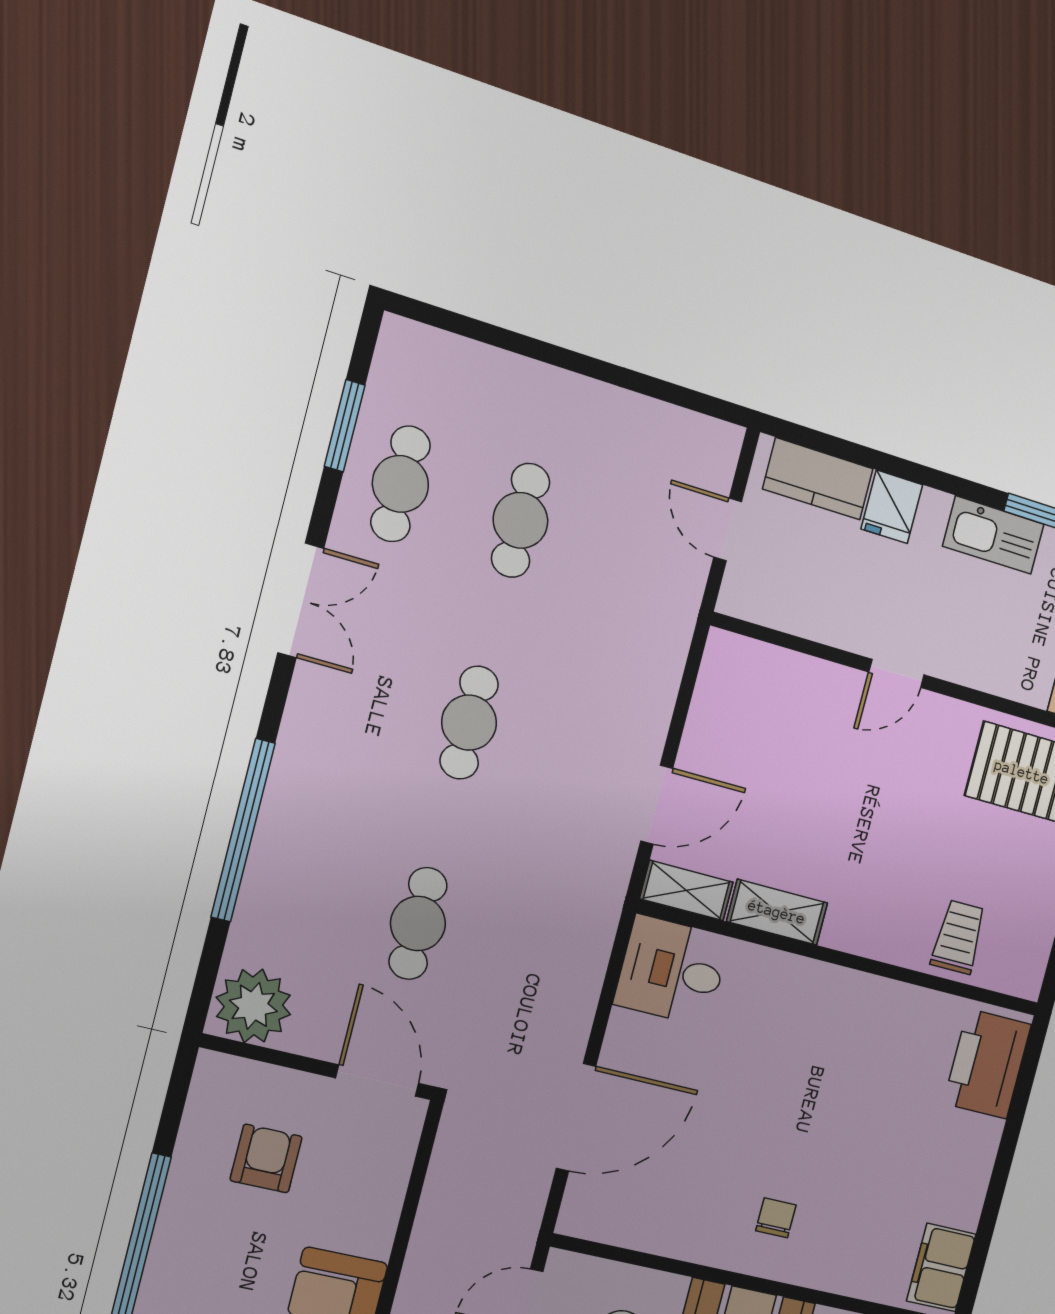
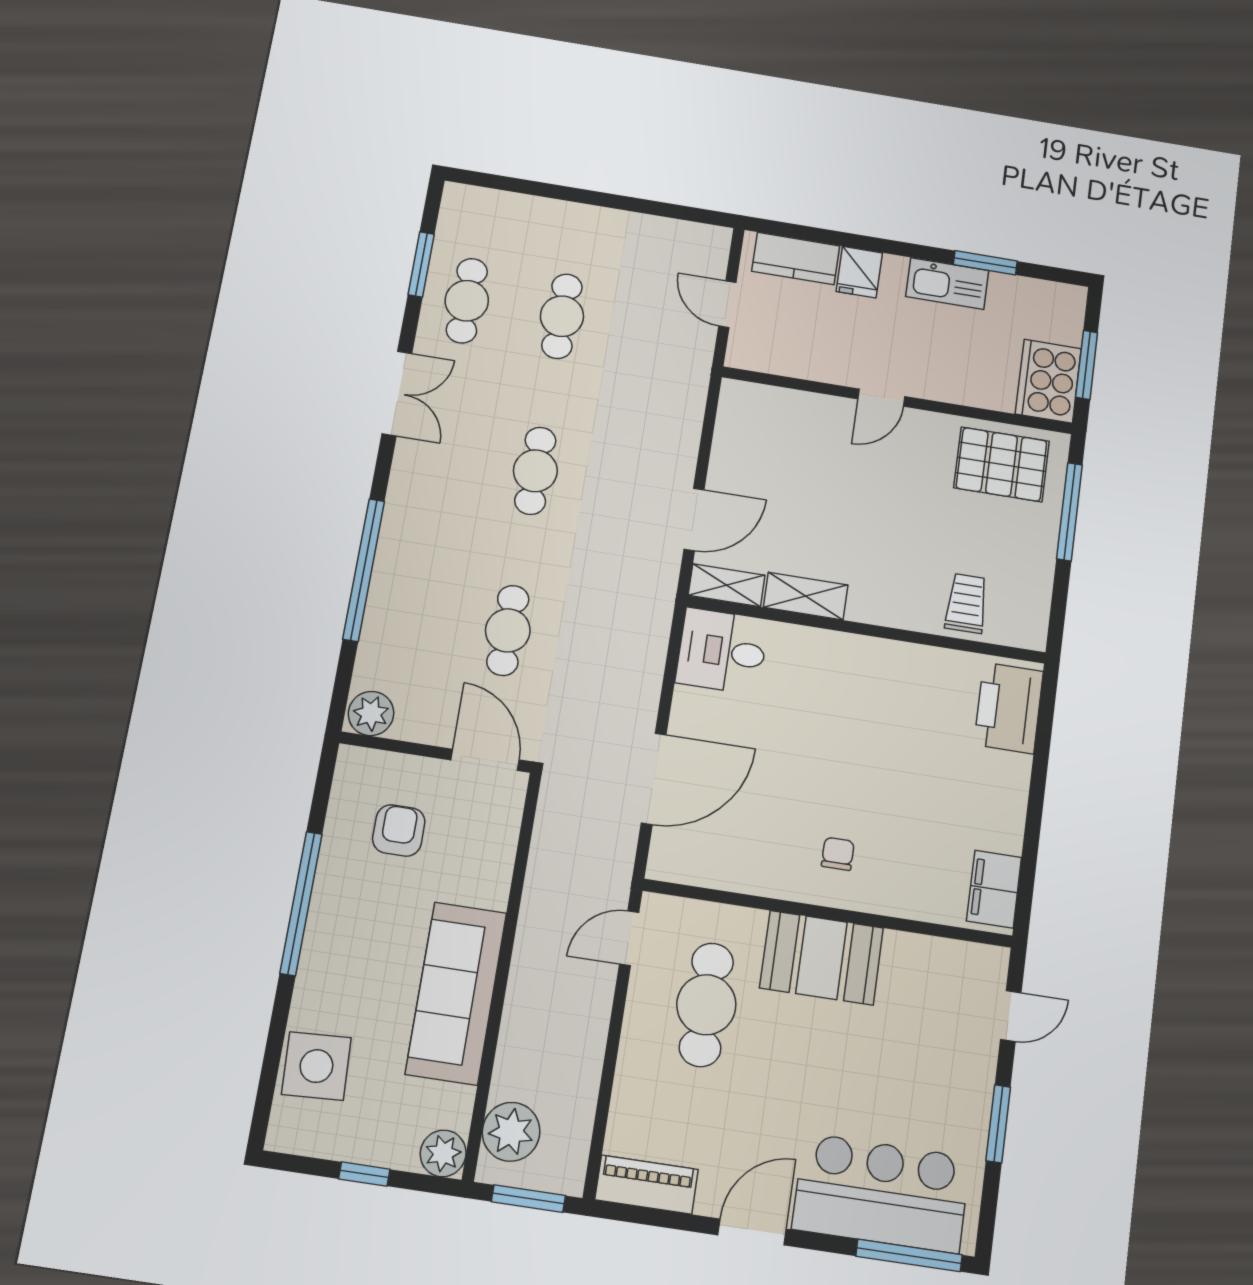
plant: (253, 1006) -> (371, 713), width x0.73, depth x0.73

